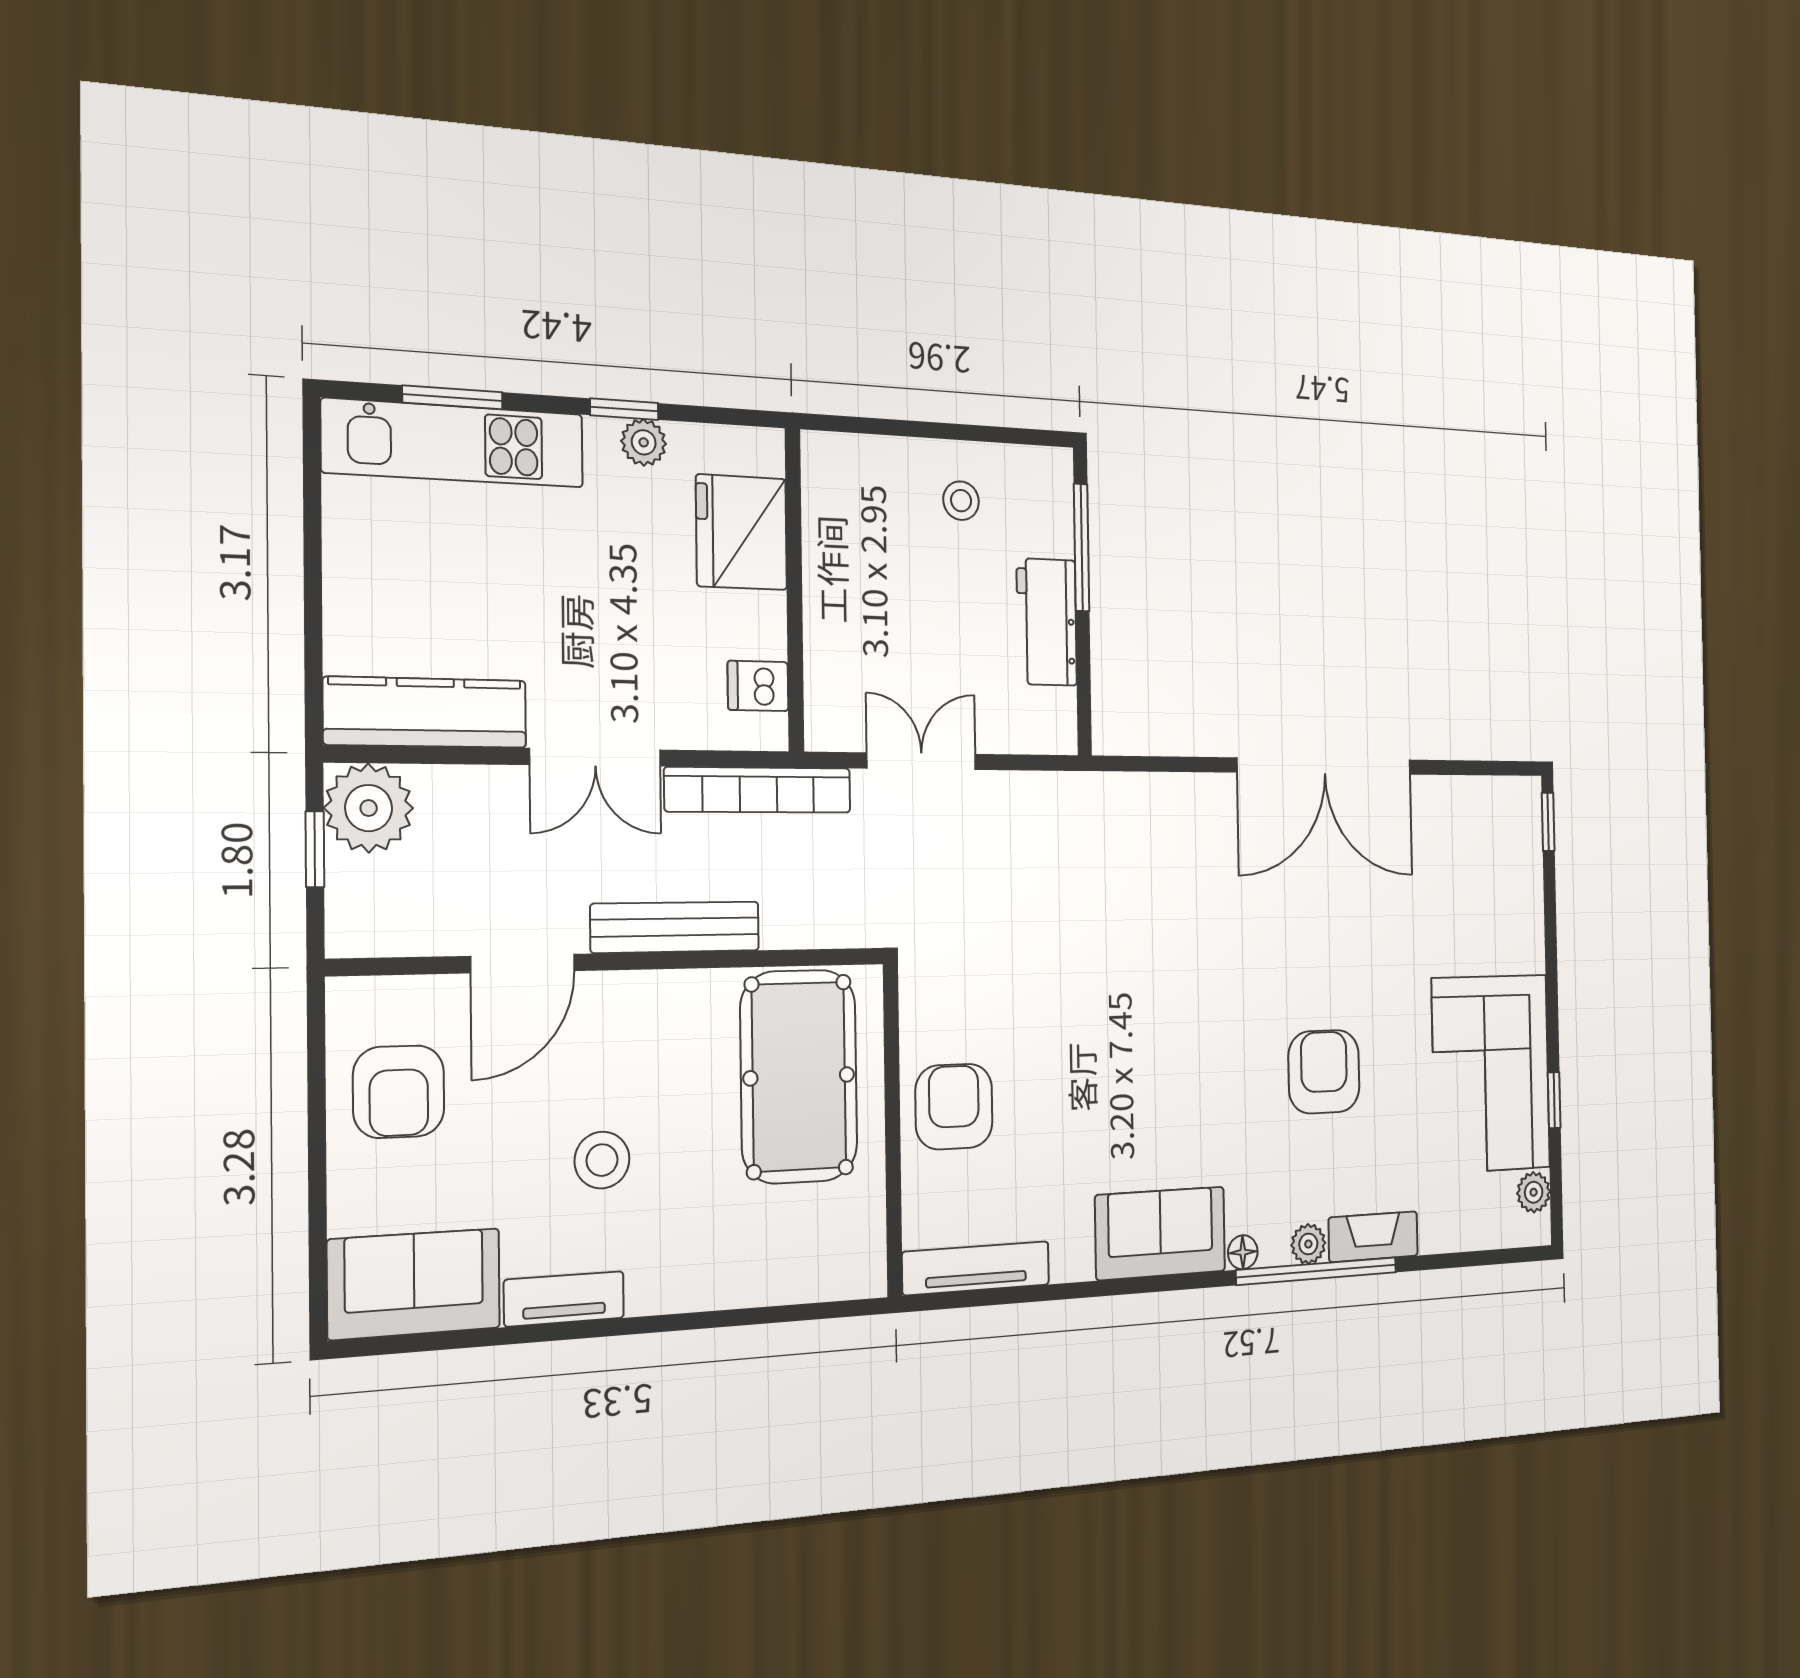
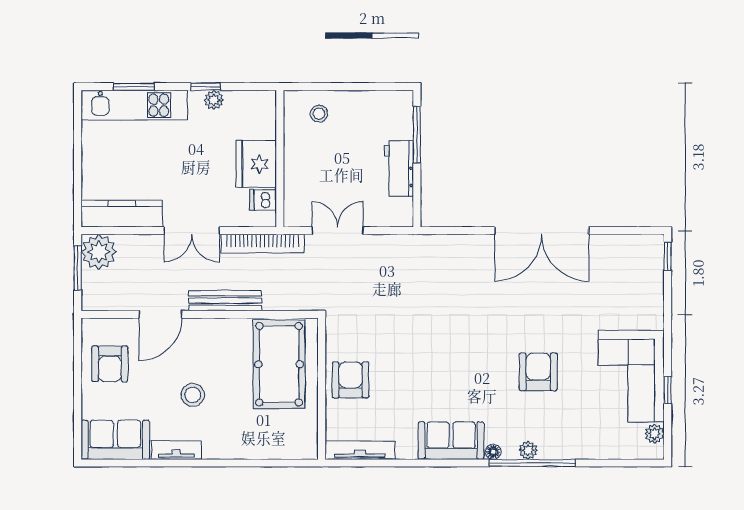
stool: (961, 501) -> (319, 114), moved
fridge: (742, 532) -> (256, 164), moved
window: (315, 849) -> (78, 268), width x1.50
fireplace: (1373, 1237) -> (563, 449), removed

